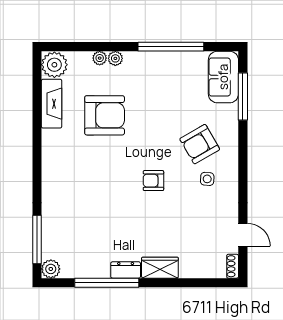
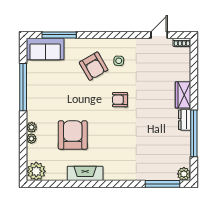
fireplace: (52, 104) -> (85, 173), moved
armchair: (153, 181) -> (120, 100), turned 90

